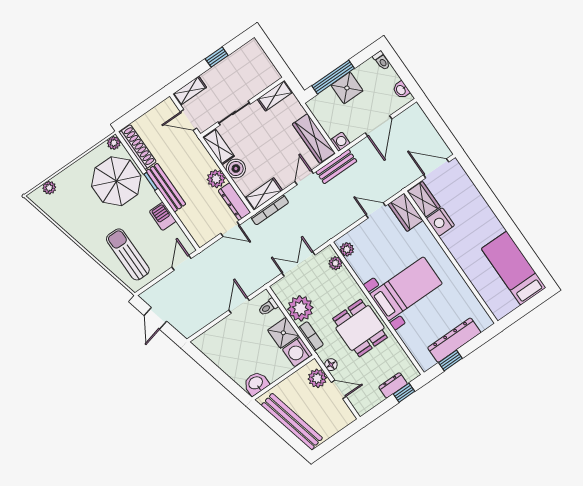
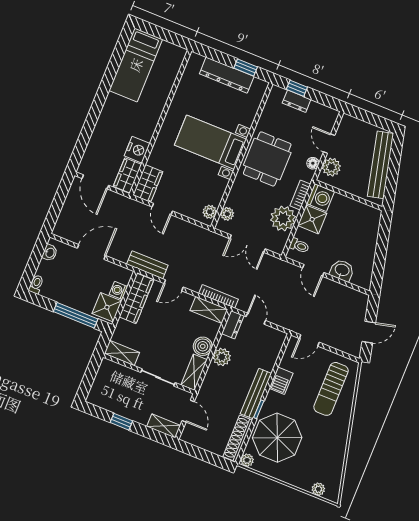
shower: (347, 88) -> (107, 307), moved
washing machine: (340, 142) -> (118, 290), moved
dresser: (234, 202) -> (233, 325), width x0.70
door: (239, 305) -> (313, 270), hinge flipped
washbasin: (256, 383) -> (342, 270), moved, turned 180

